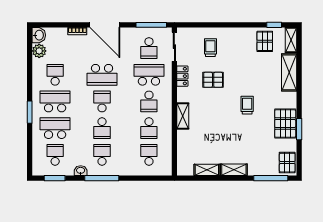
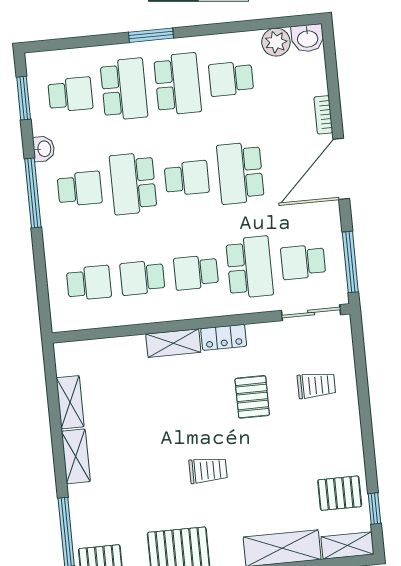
school desk: (55, 75) -> (231, 79), turned 180
locker: (182, 76) -> (224, 337), moved
school desk: (102, 128) -> (133, 183), width x1.85

